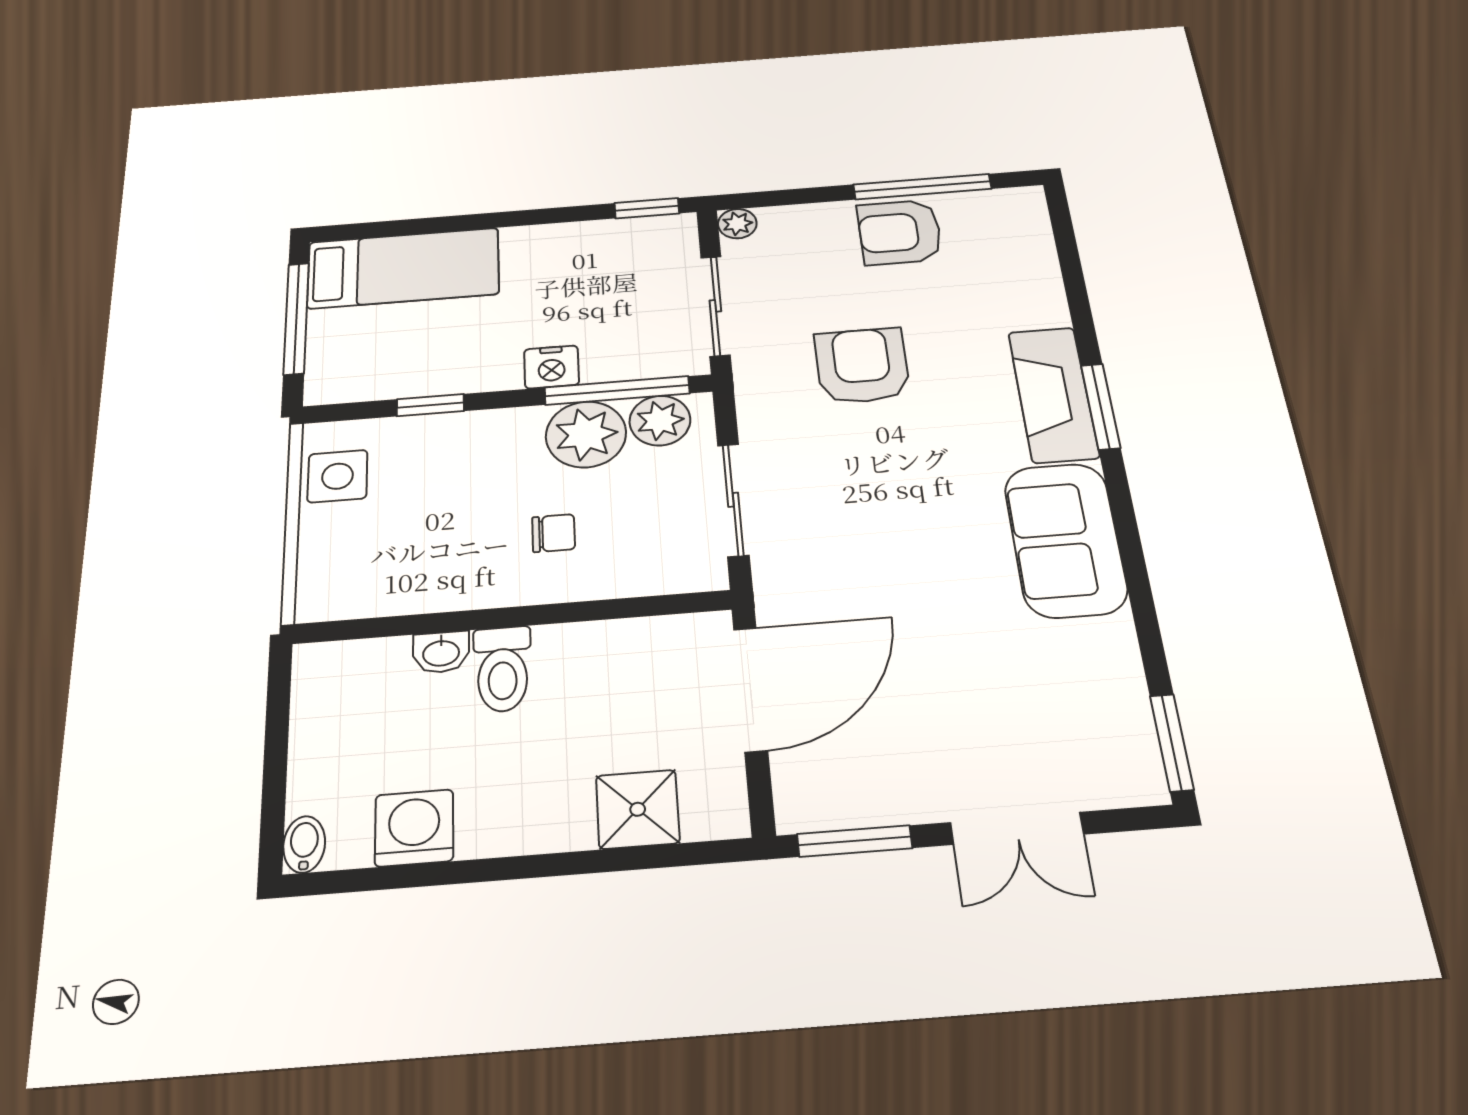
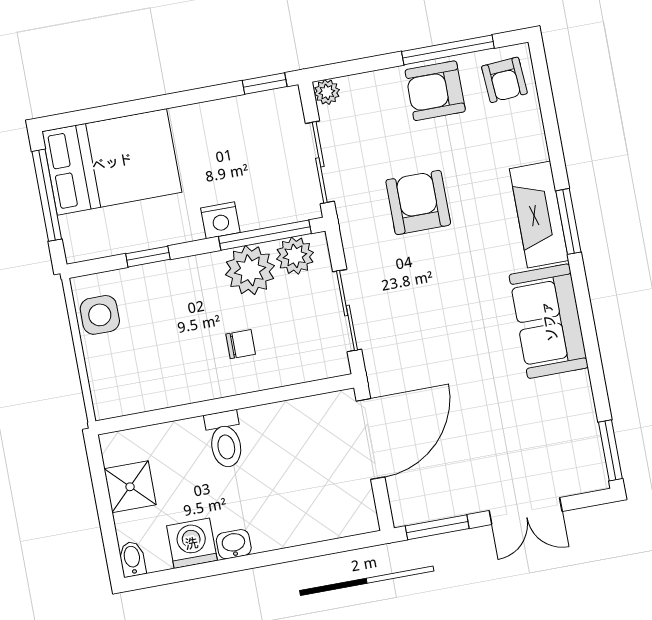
armchair: (1005, 226) -> (504, 80), added
bed: (403, 268) -> (112, 162), width x1.50
washbasin: (441, 652) -> (234, 544), moved, turned 180
shower: (638, 809) -> (130, 487), moved

